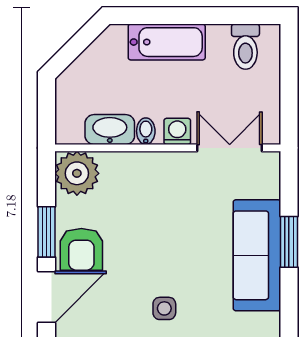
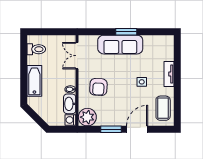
washing machine: (177, 131) -> (70, 120), moved
window: (289, 242) -> (126, 32), moved
armchair: (81, 249) -> (98, 87), moved, turned 93
door: (47, 297) -> (137, 129), hinge flipped

